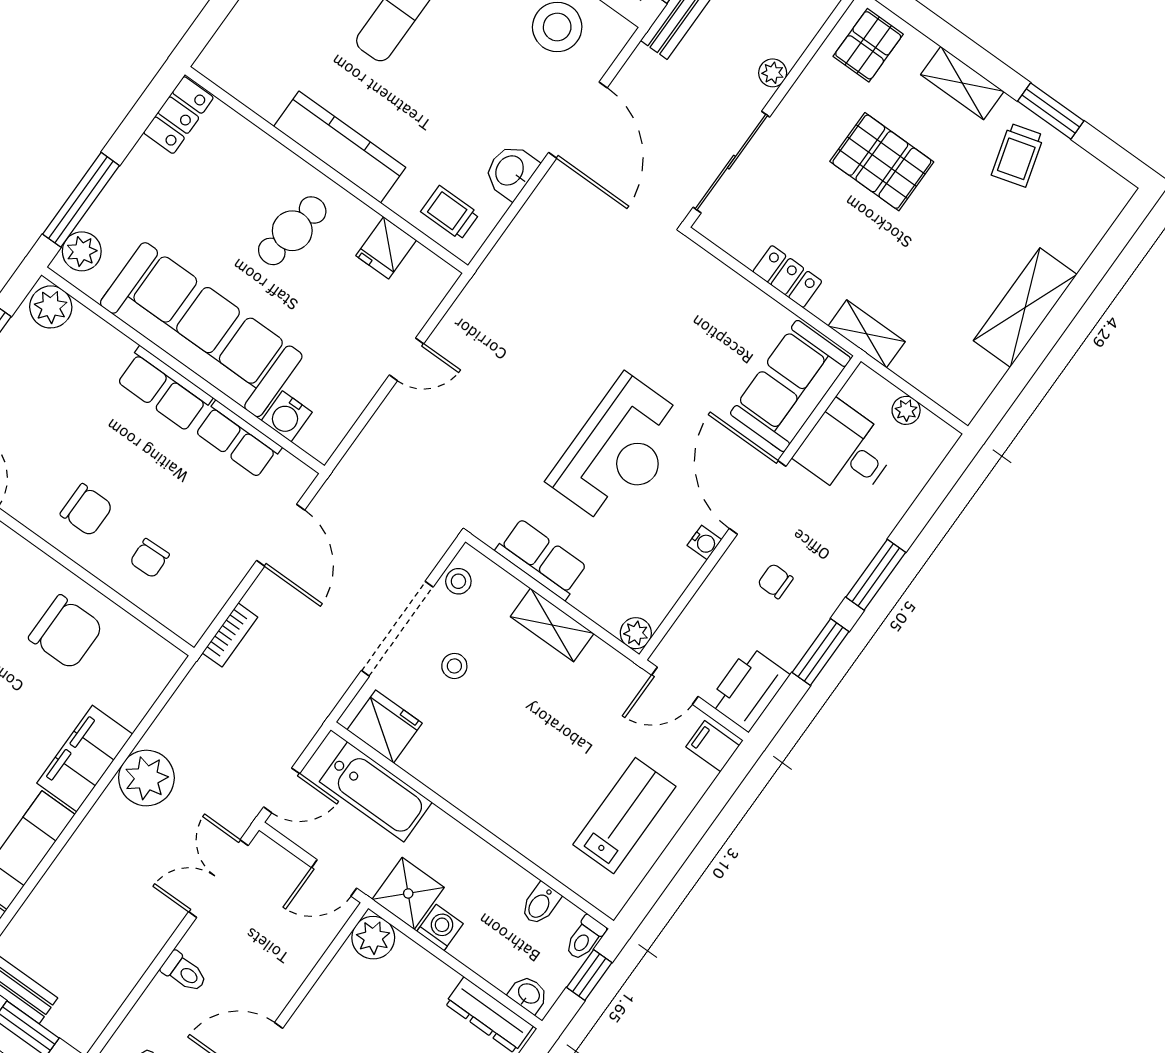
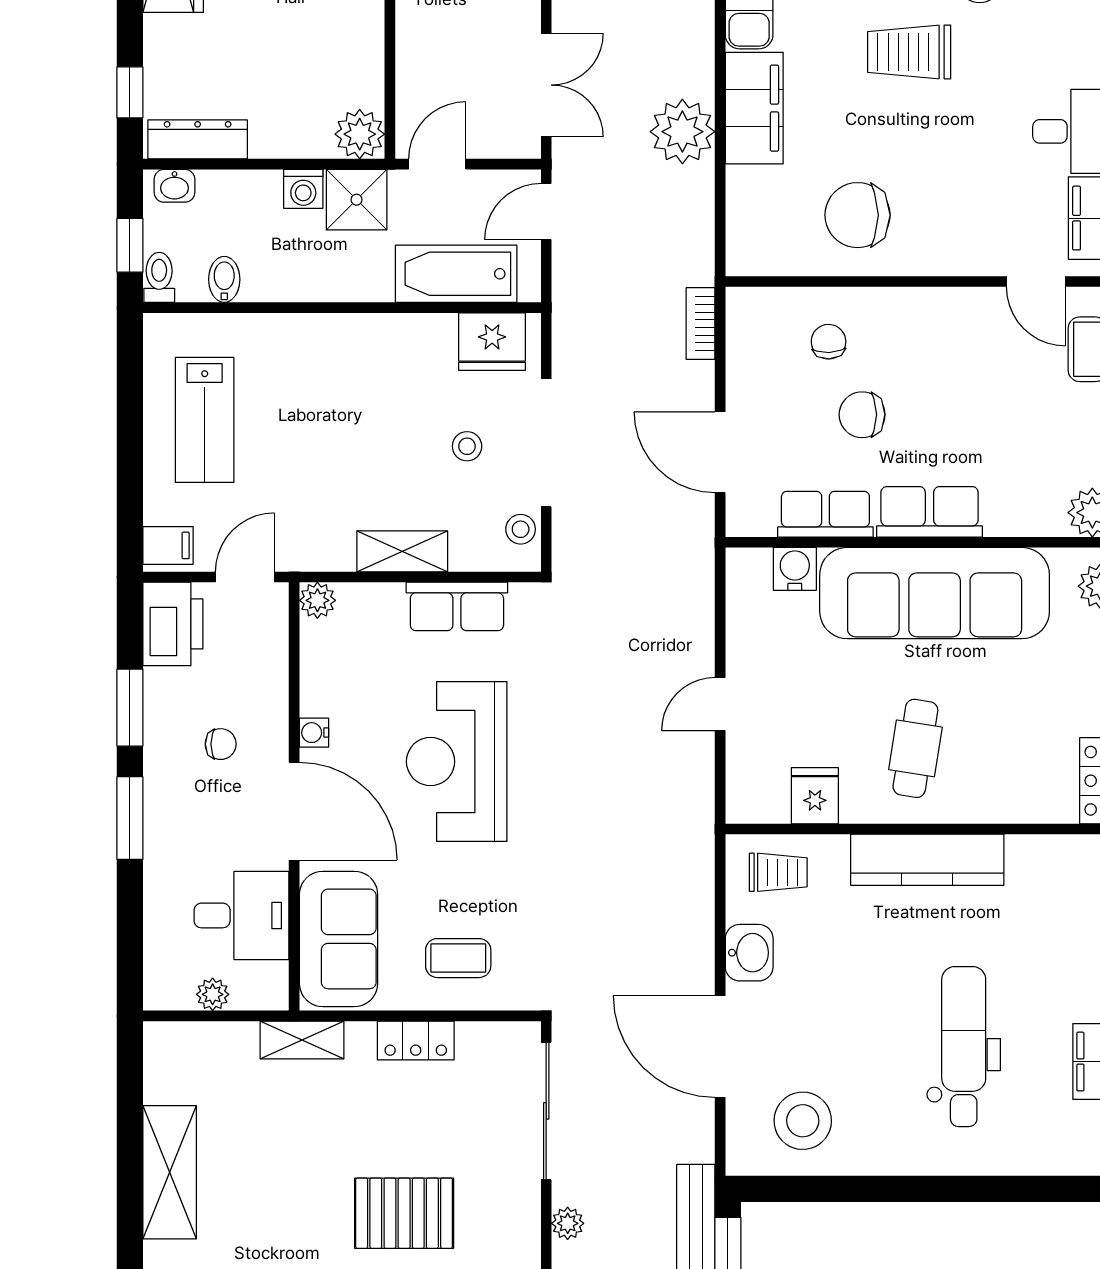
coffee table: (716, 313) -> (458, 958), added
chair: (87, 510) -> (862, 415), moved

